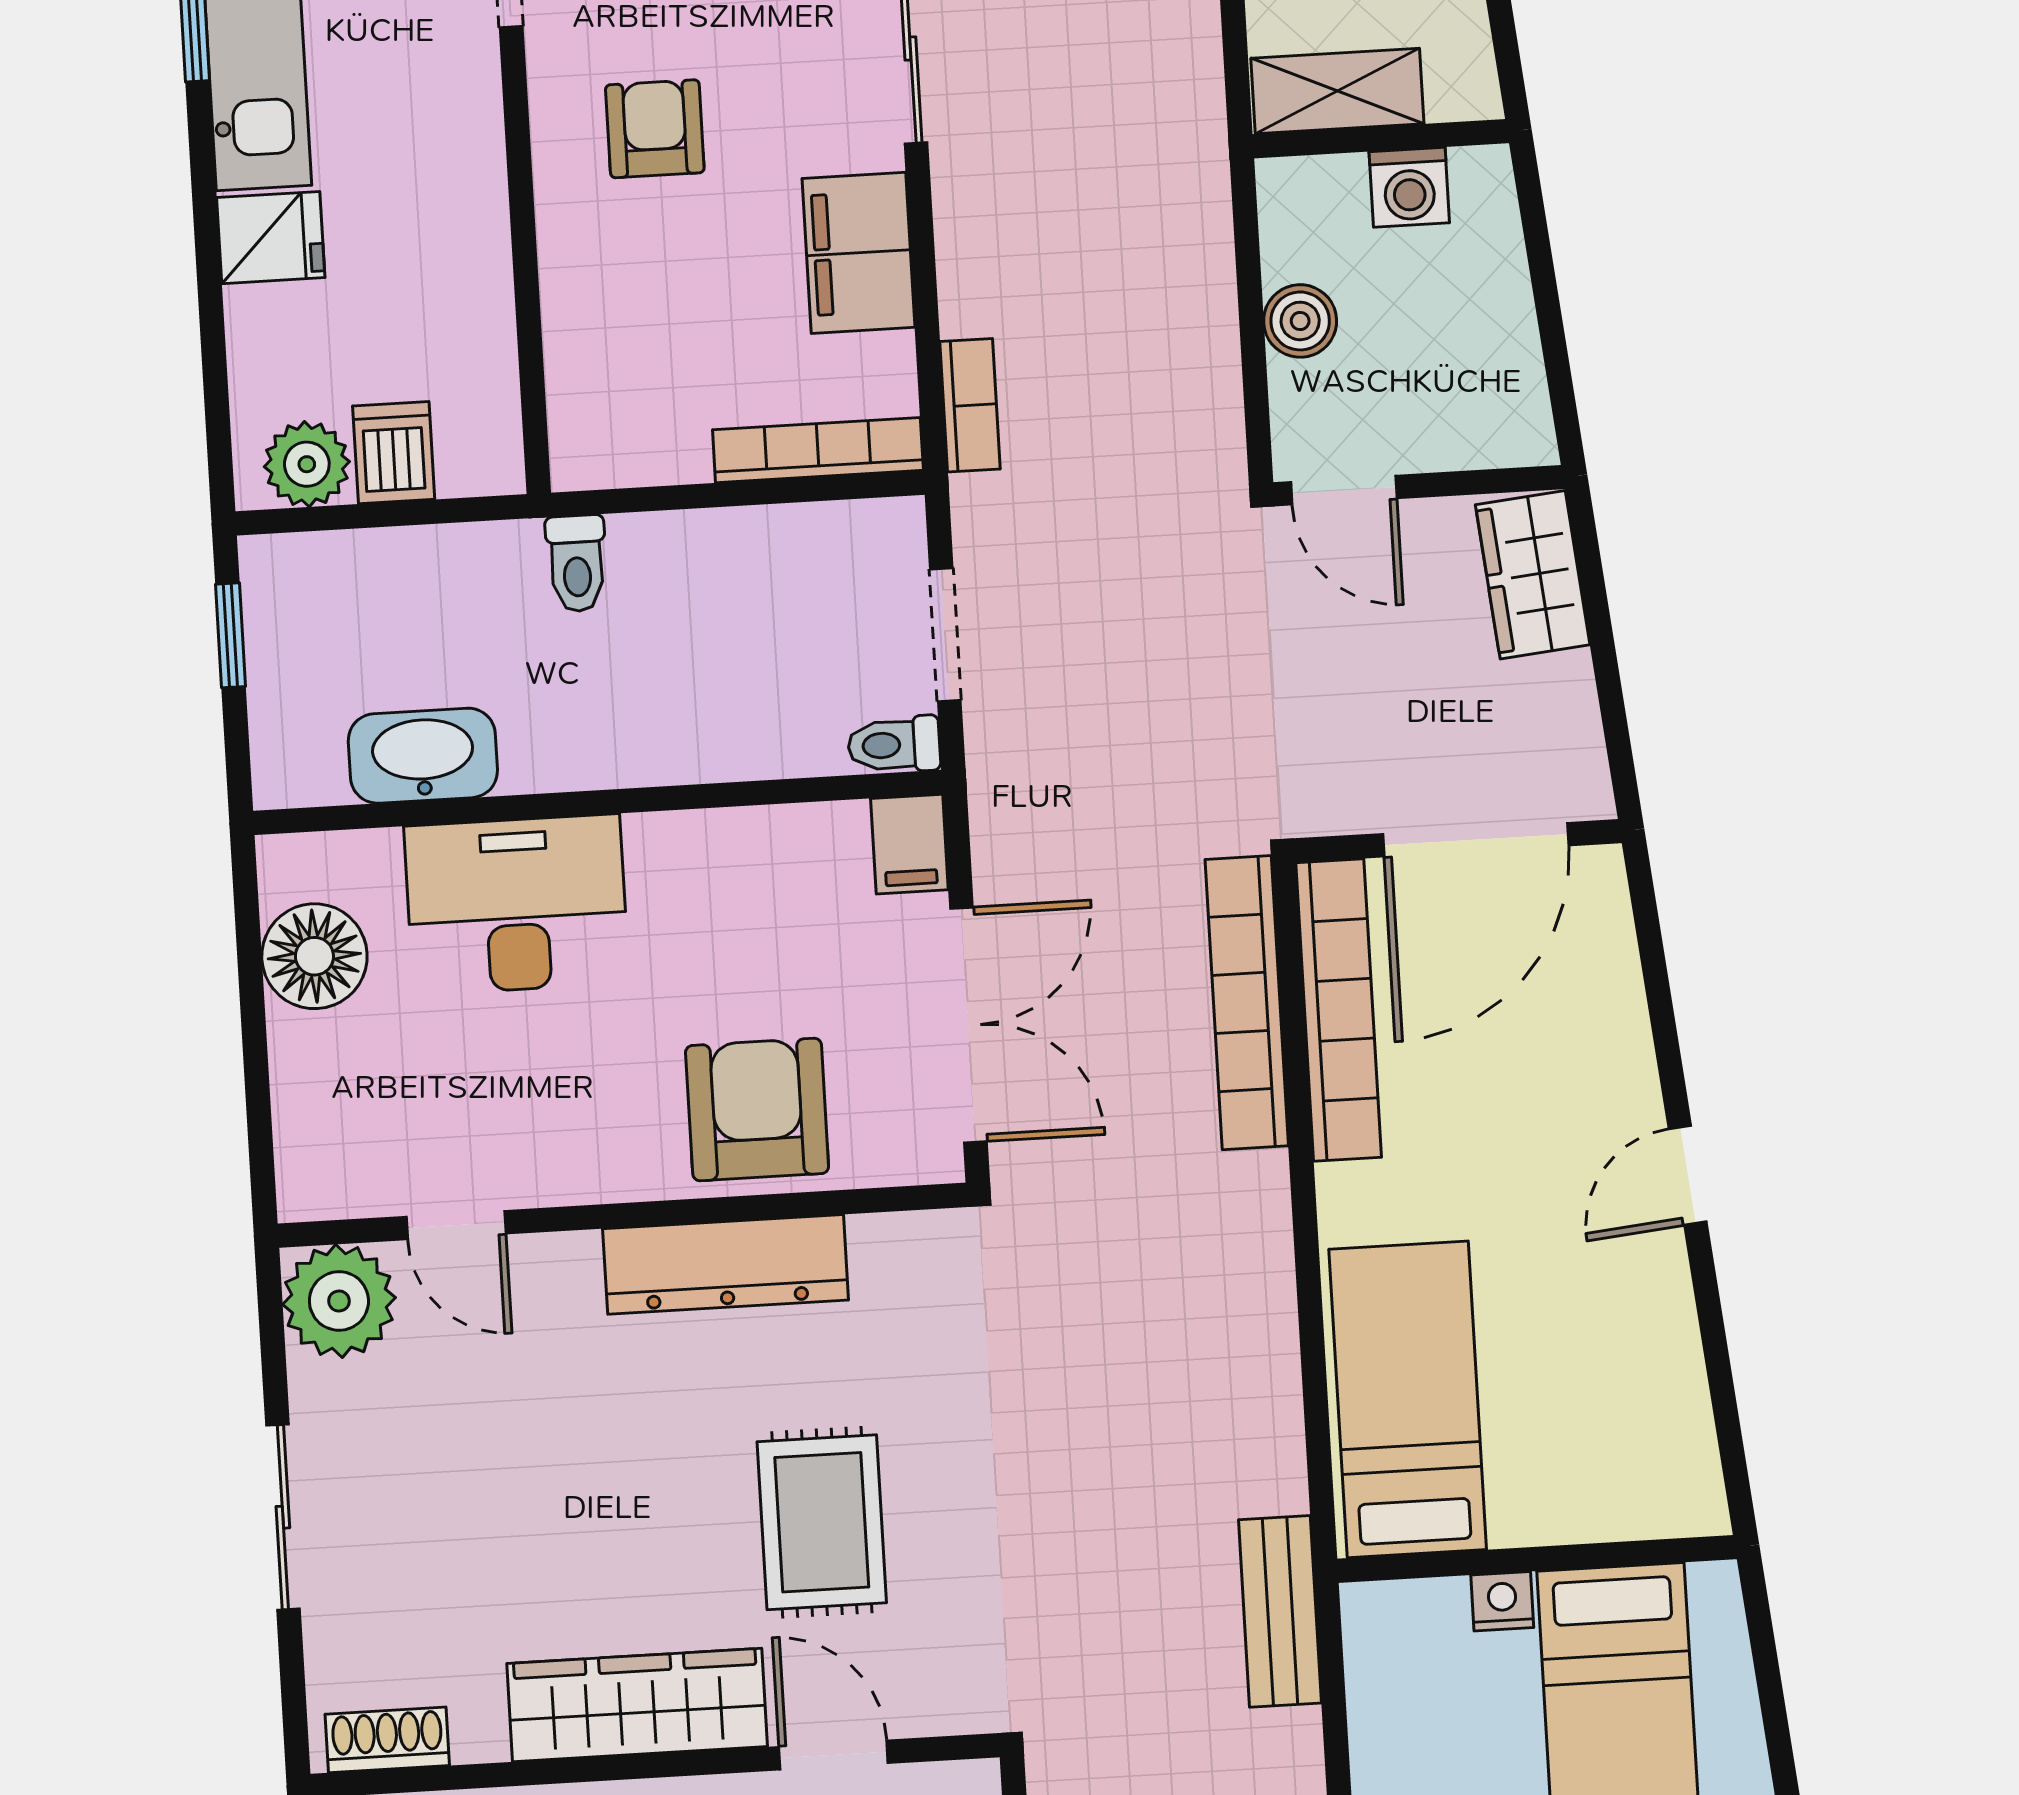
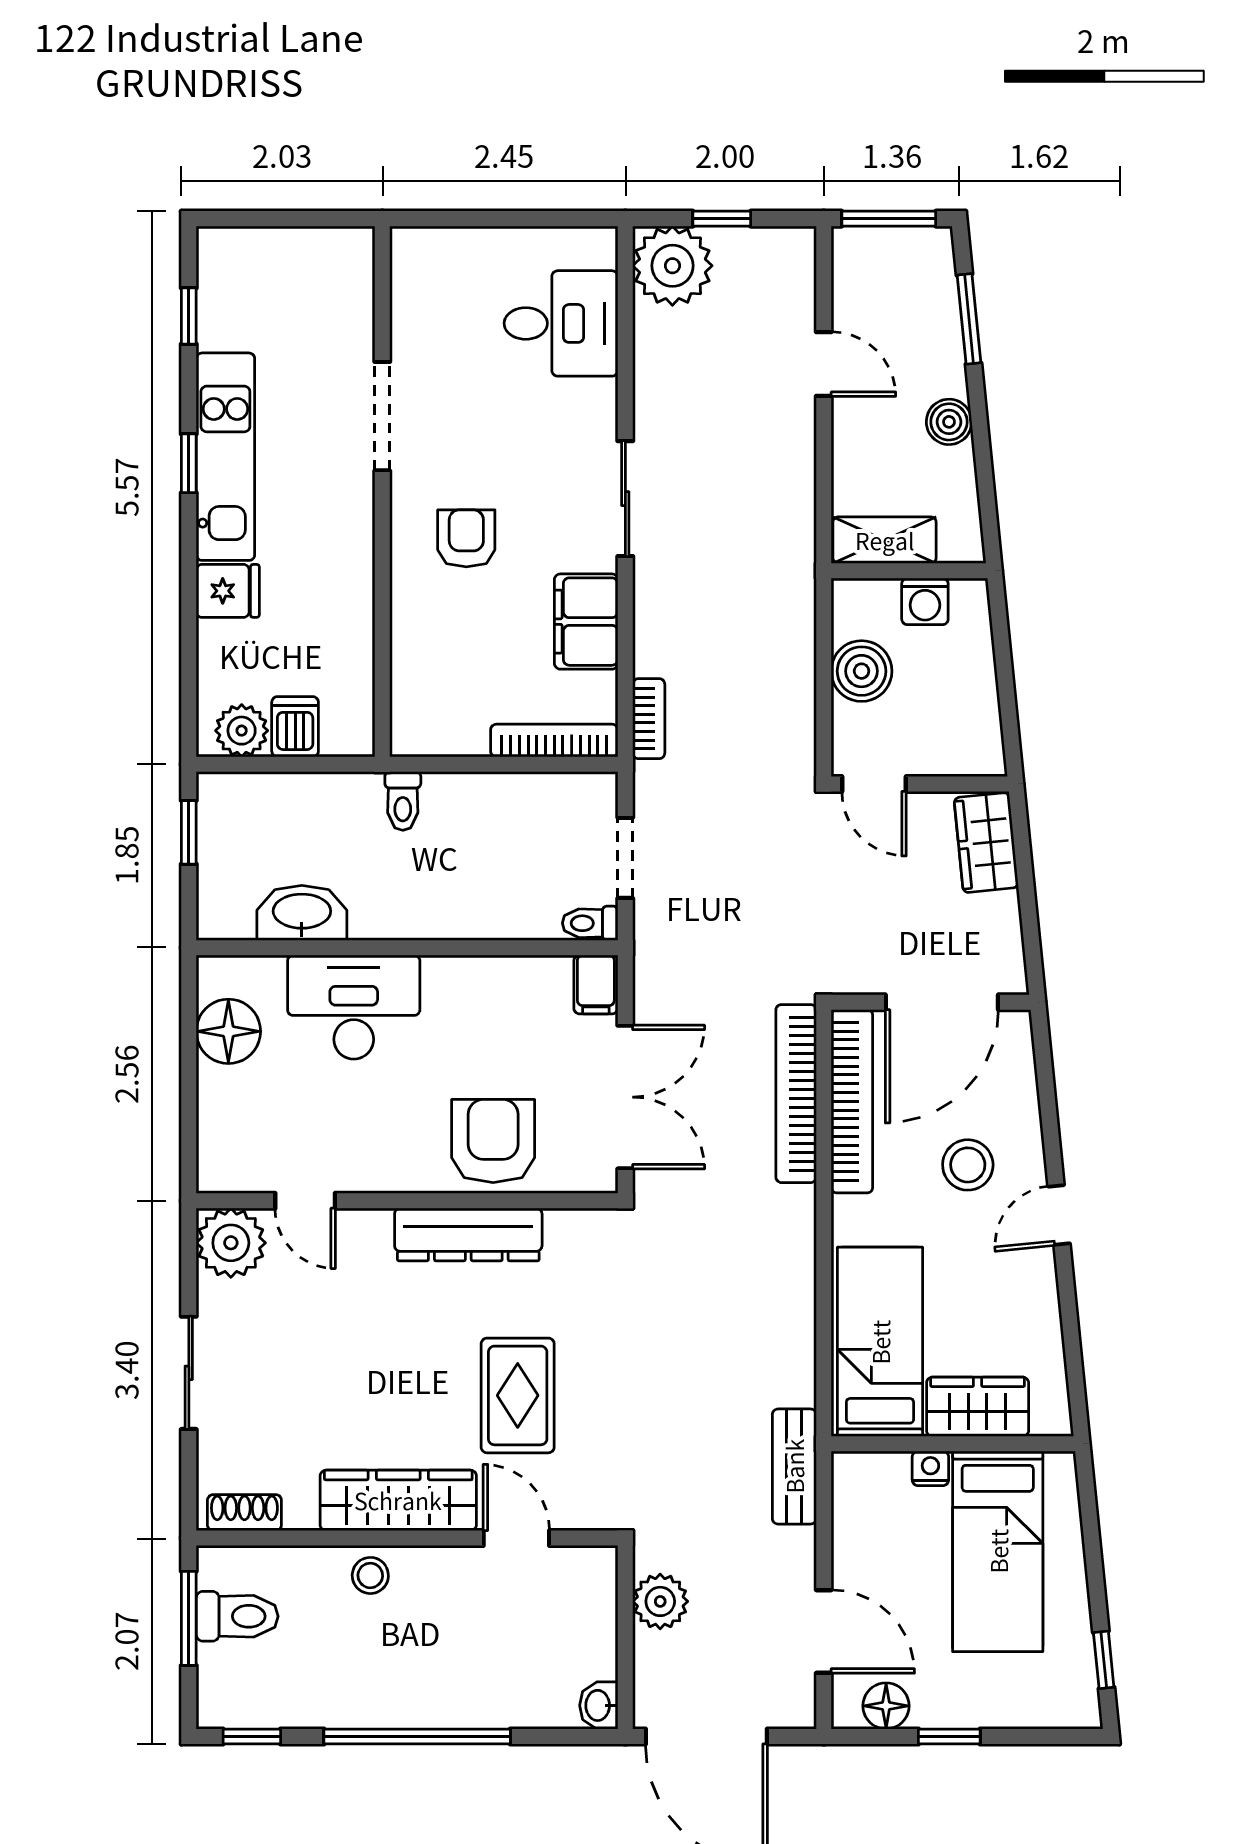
boiler: (1300, 321) -> (862, 671), width x1.36, depth x1.36
stool: (1534, 1102) -> (968, 1165), added
wardrobe: (1573, 1496) -> (978, 1407), added

